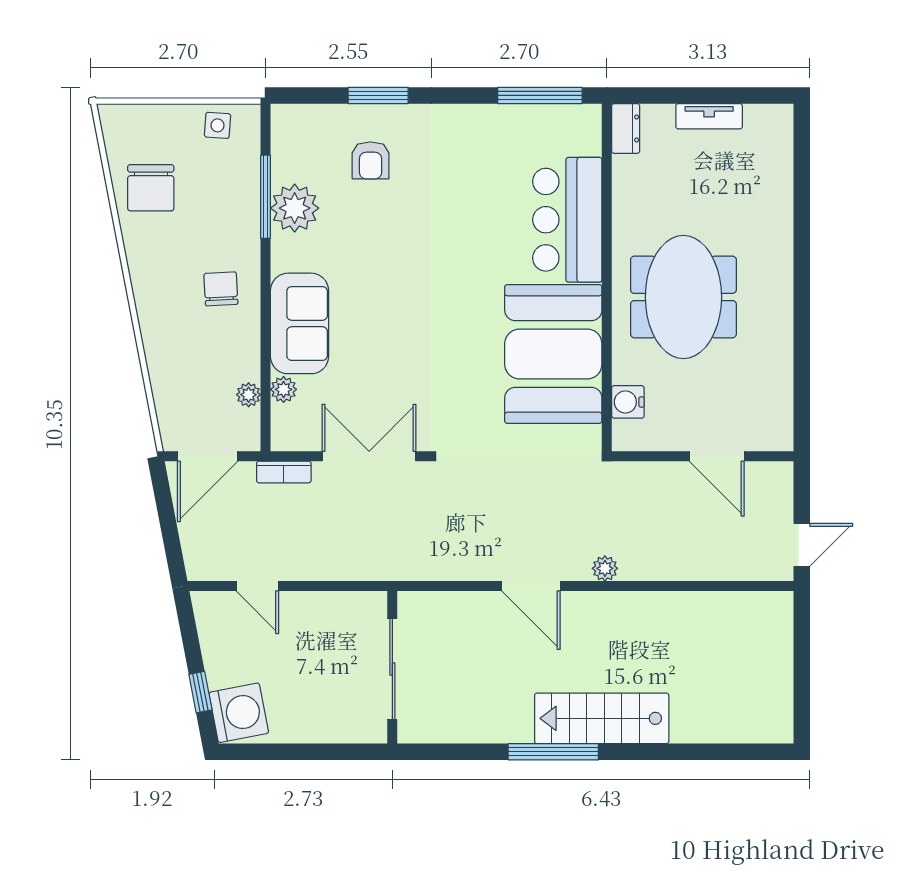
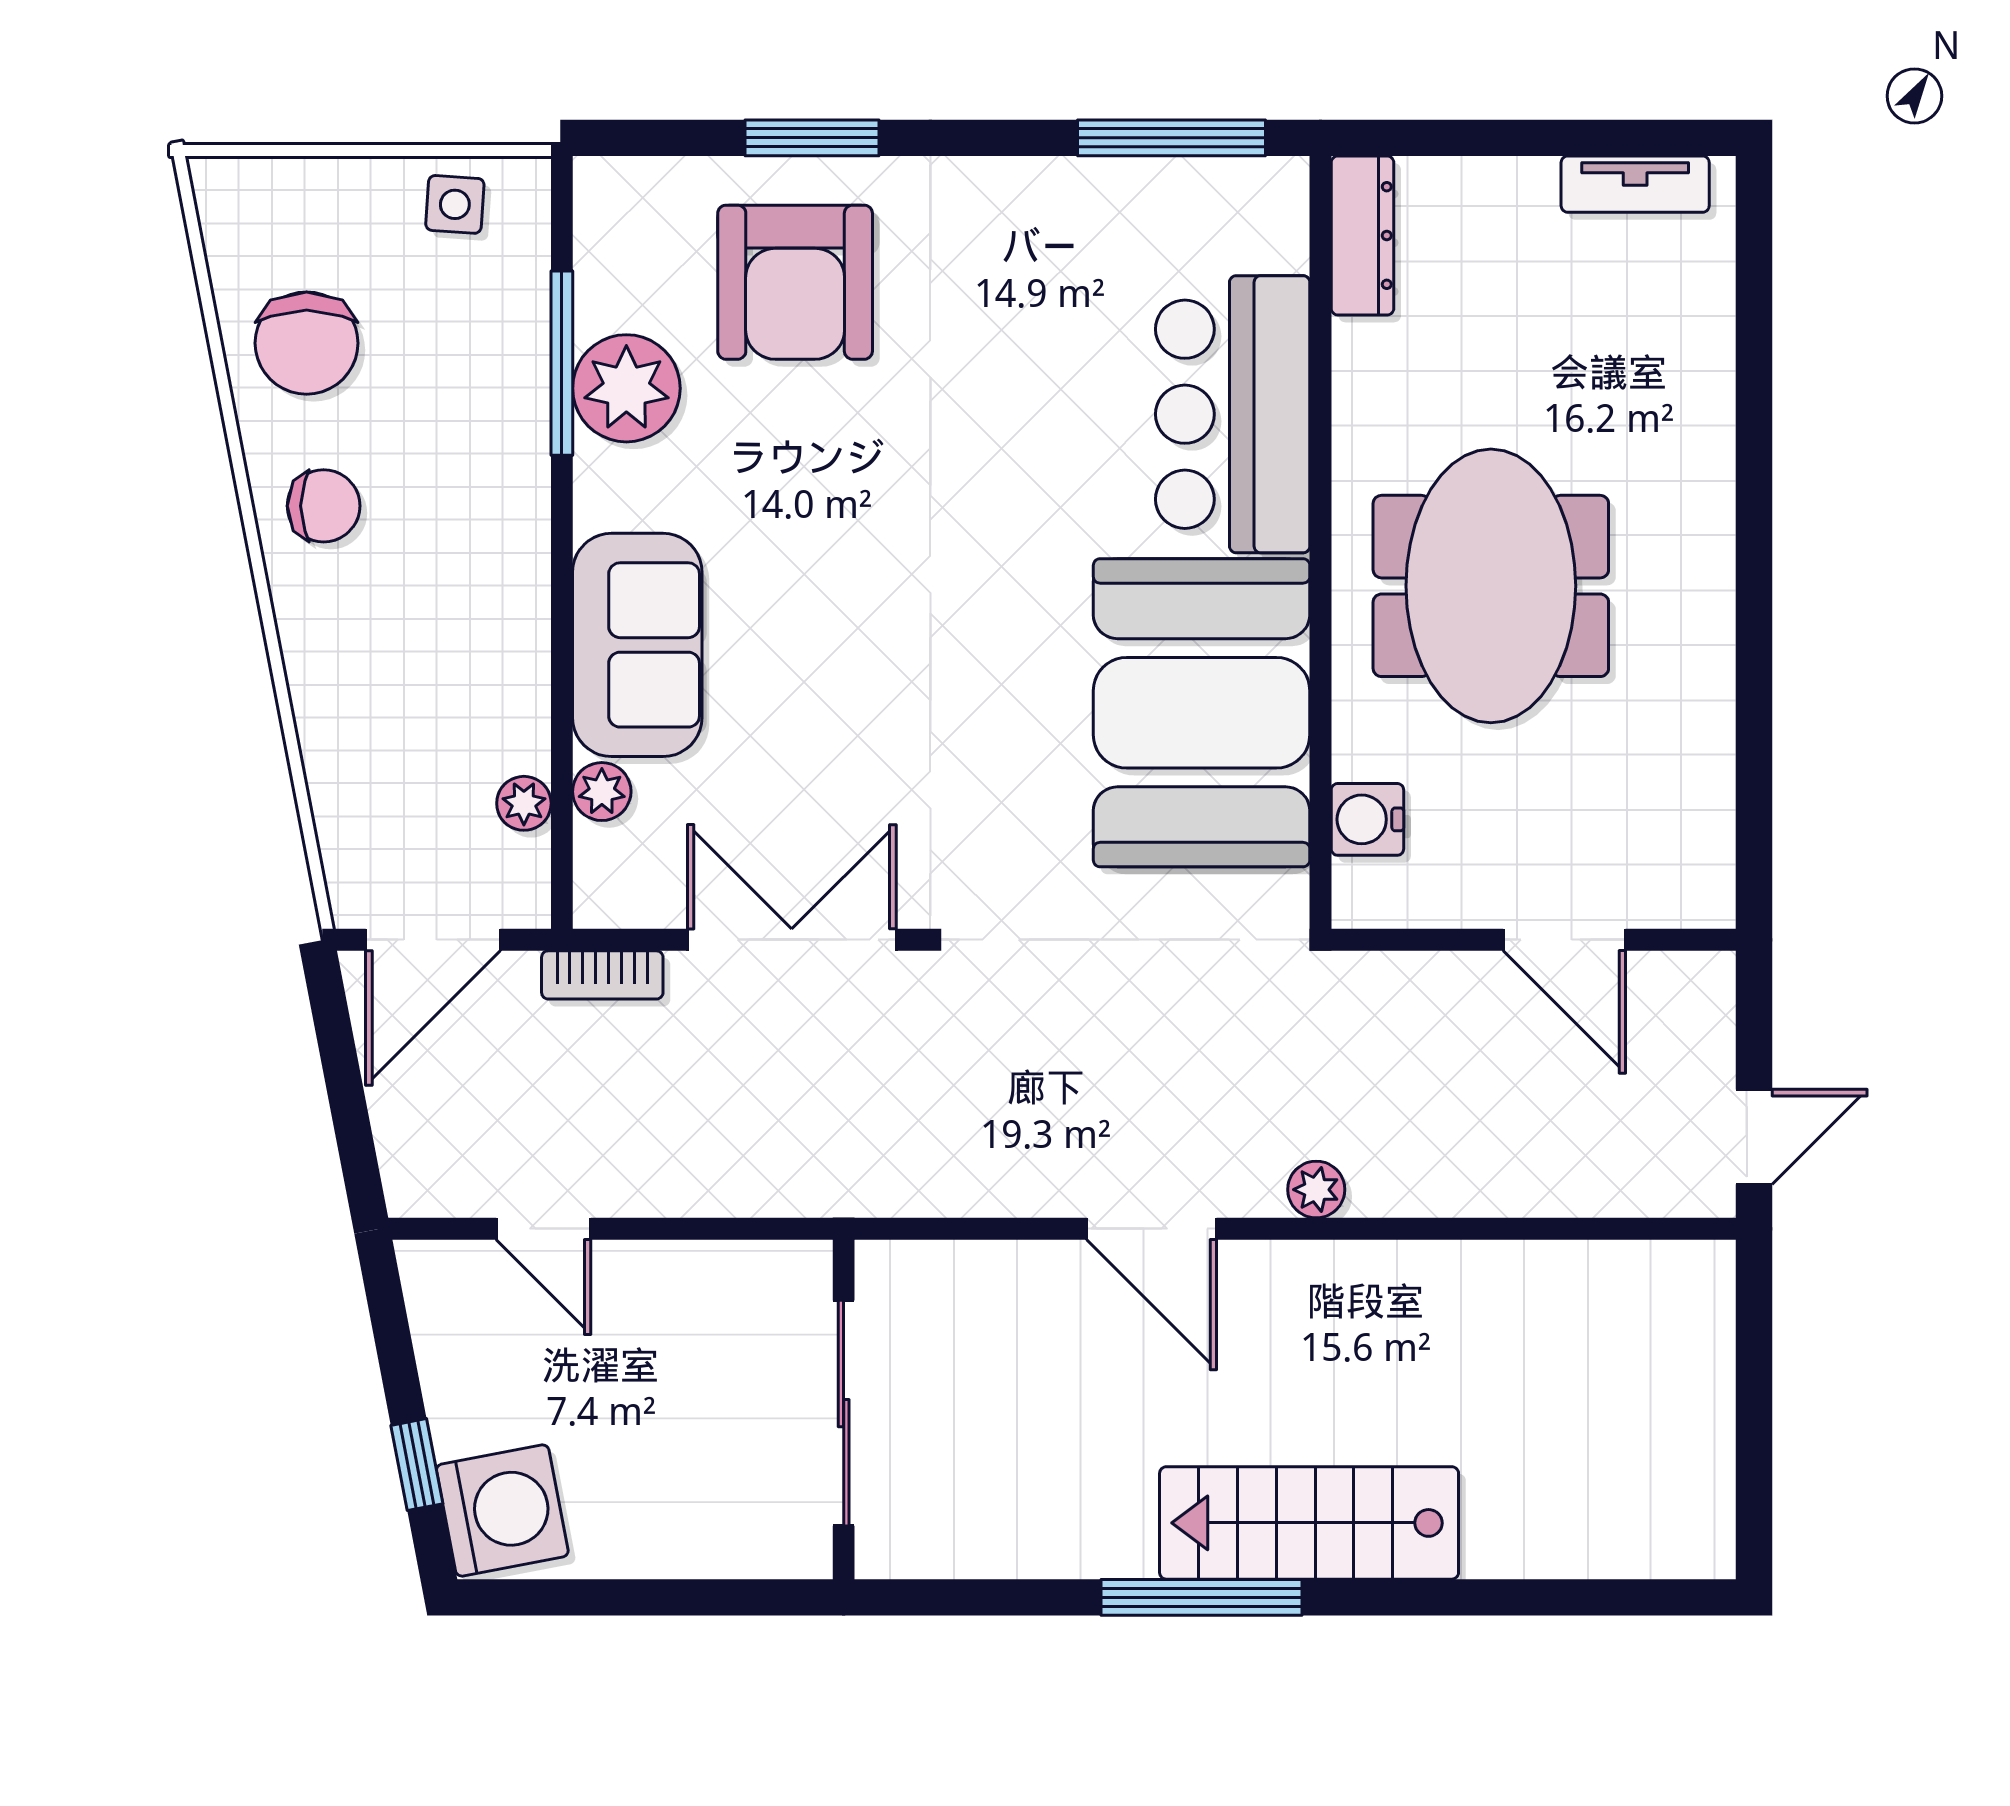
tv unit: (709, 116) -> (1635, 184), moved
dresser: (626, 128) -> (1362, 236), width x1.44
armchair: (371, 160) -> (795, 282), width x1.88, depth x1.88
chair: (221, 289) -> (324, 506), moved, turned 93

